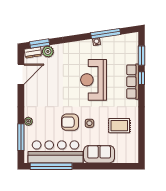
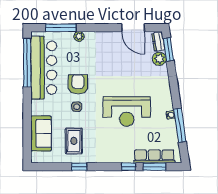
reception desk: (94, 80) -> (127, 111), turned 180
row of seats: (133, 82) -> (154, 156), moved
window: (142, 121) -> (79, 167), added
sofa: (99, 154) -> (41, 133), moved

